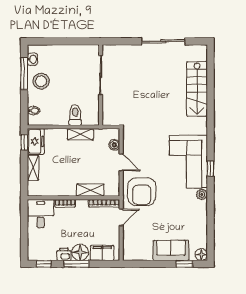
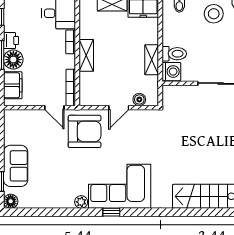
washing machine: (90, 117) -> (171, 72), added
shelving: (90, 190) -> (86, 55), moved
armchair: (142, 192) -> (85, 131), turned 180

